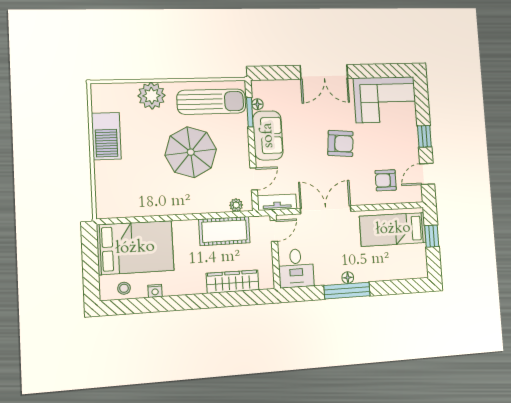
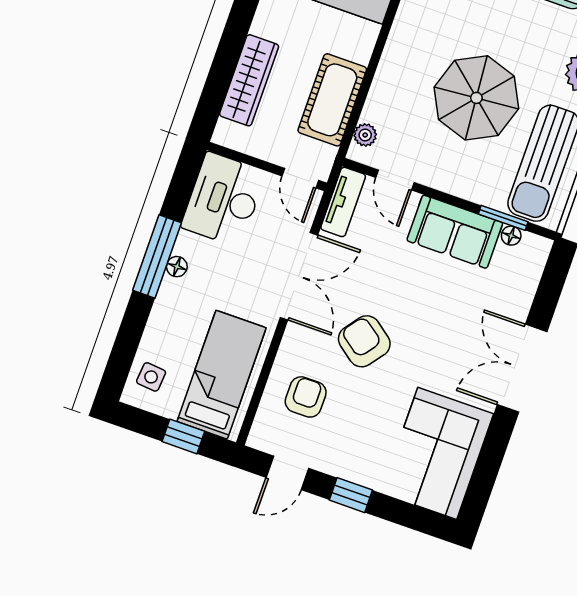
armchair: (340, 143) -> (364, 341), moved, turned 122
door: (427, 174) -> (287, 473), swing flipped
side table: (409, 266) -> (151, 377), added
desk: (296, 268) -> (224, 199), width x1.37

